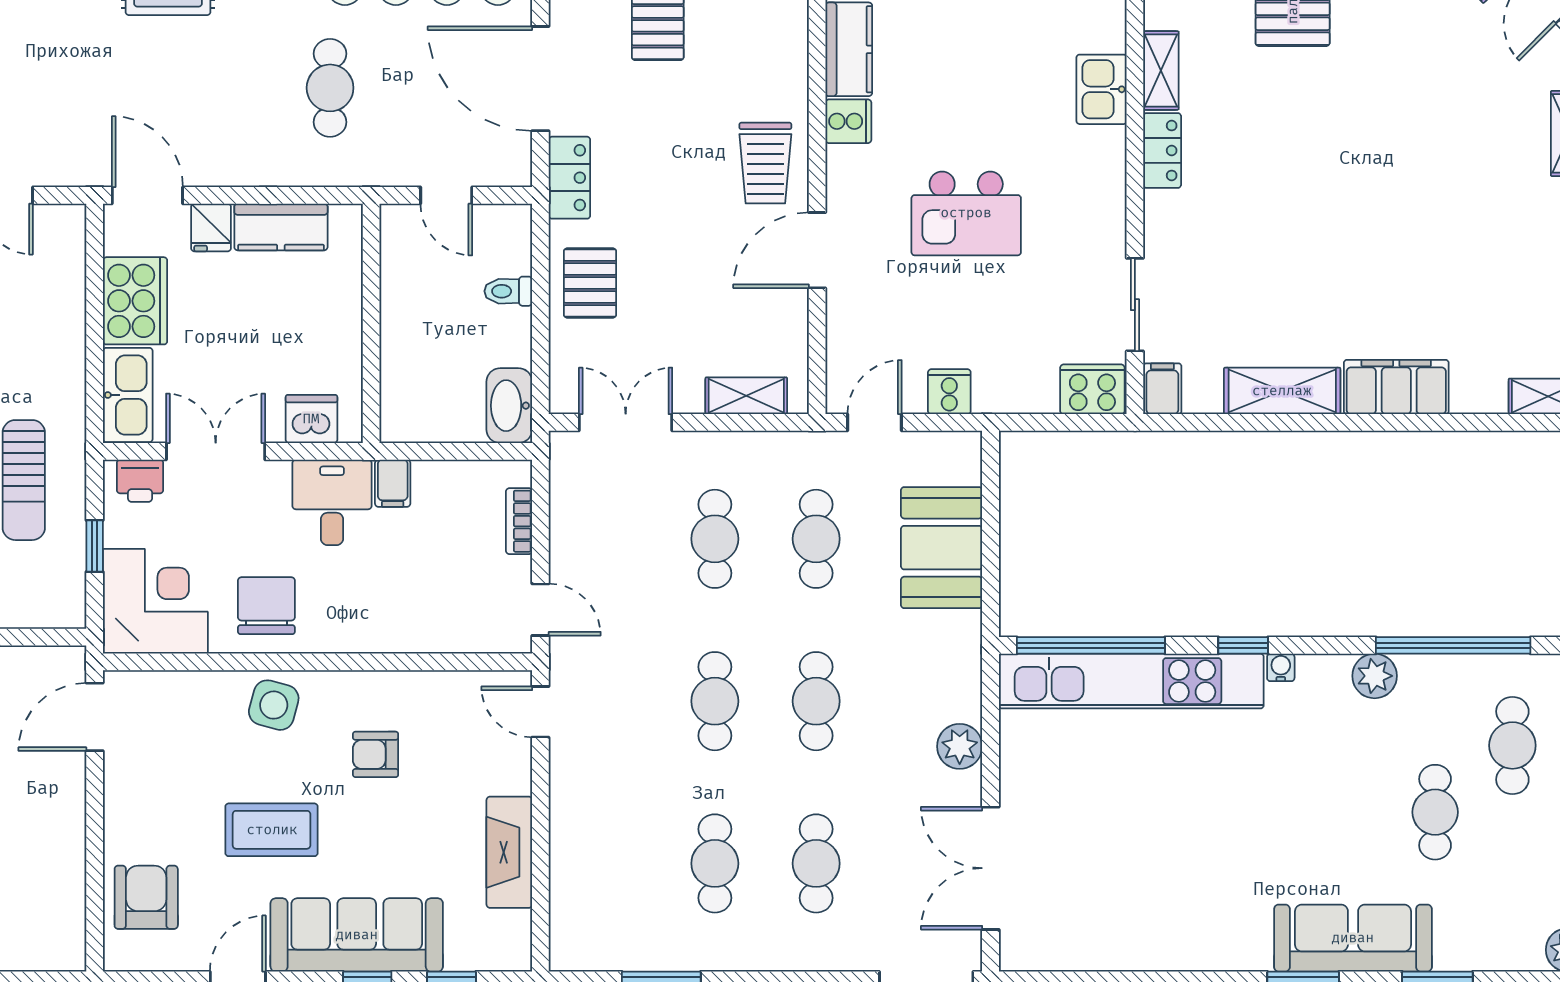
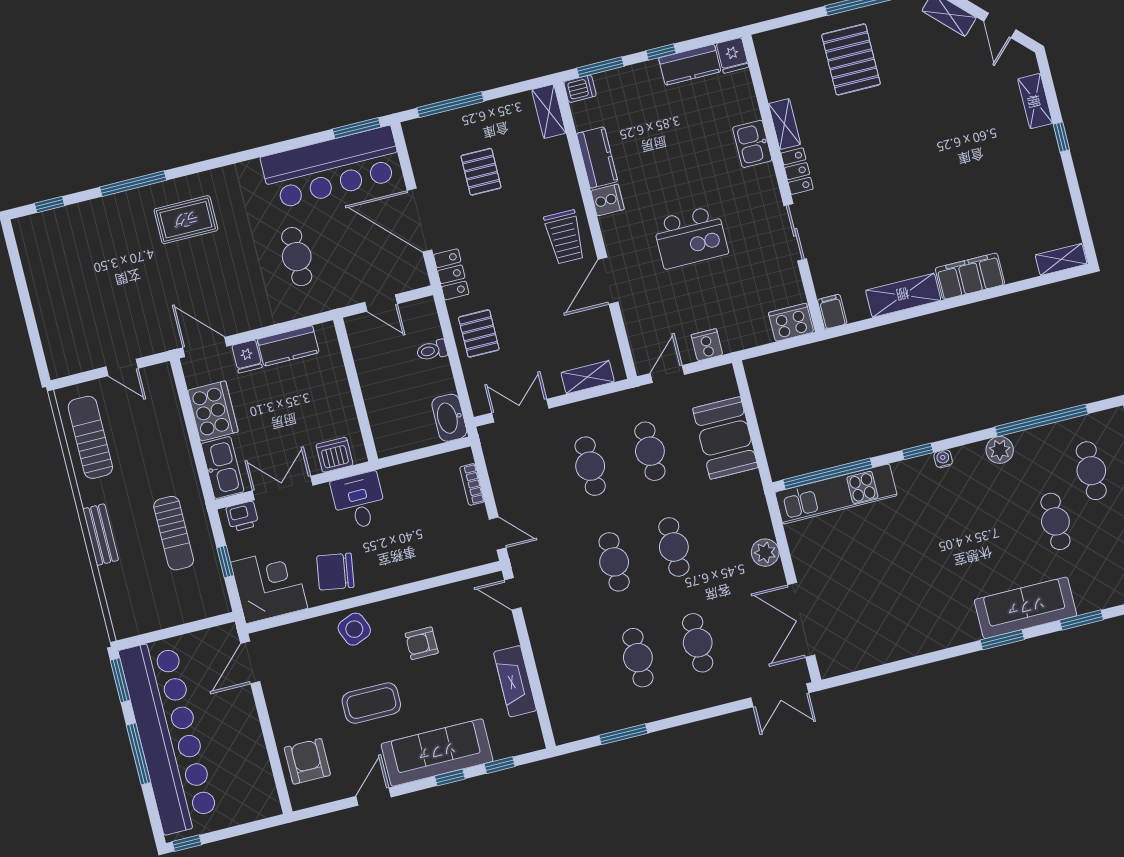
sliding door: (1135, 305) -> (795, 232), moved
filing cabinet: (393, 483) -> (392, 481), removed
chair: (266, 606) -> (335, 572), turned -81
kitchen unit: (1131, 681) -> (836, 494), width x0.73
side table: (274, 705) -> (354, 629), turned -37

